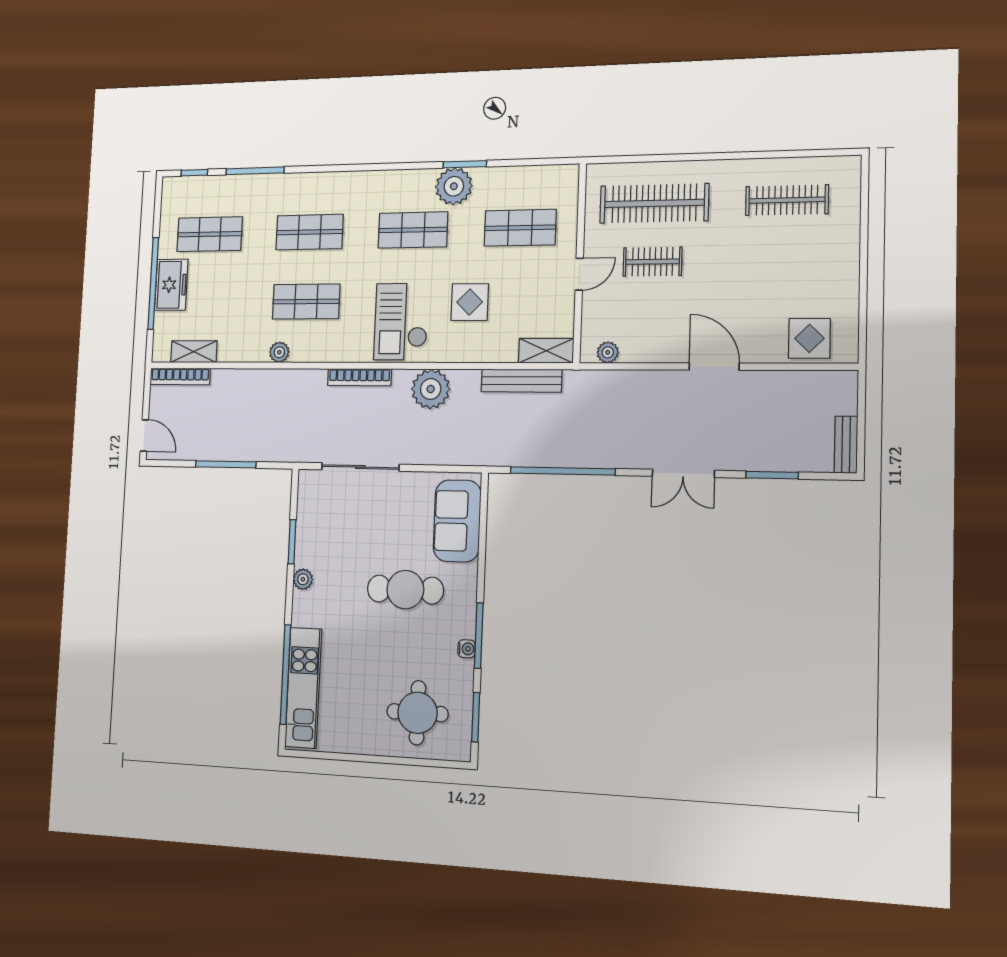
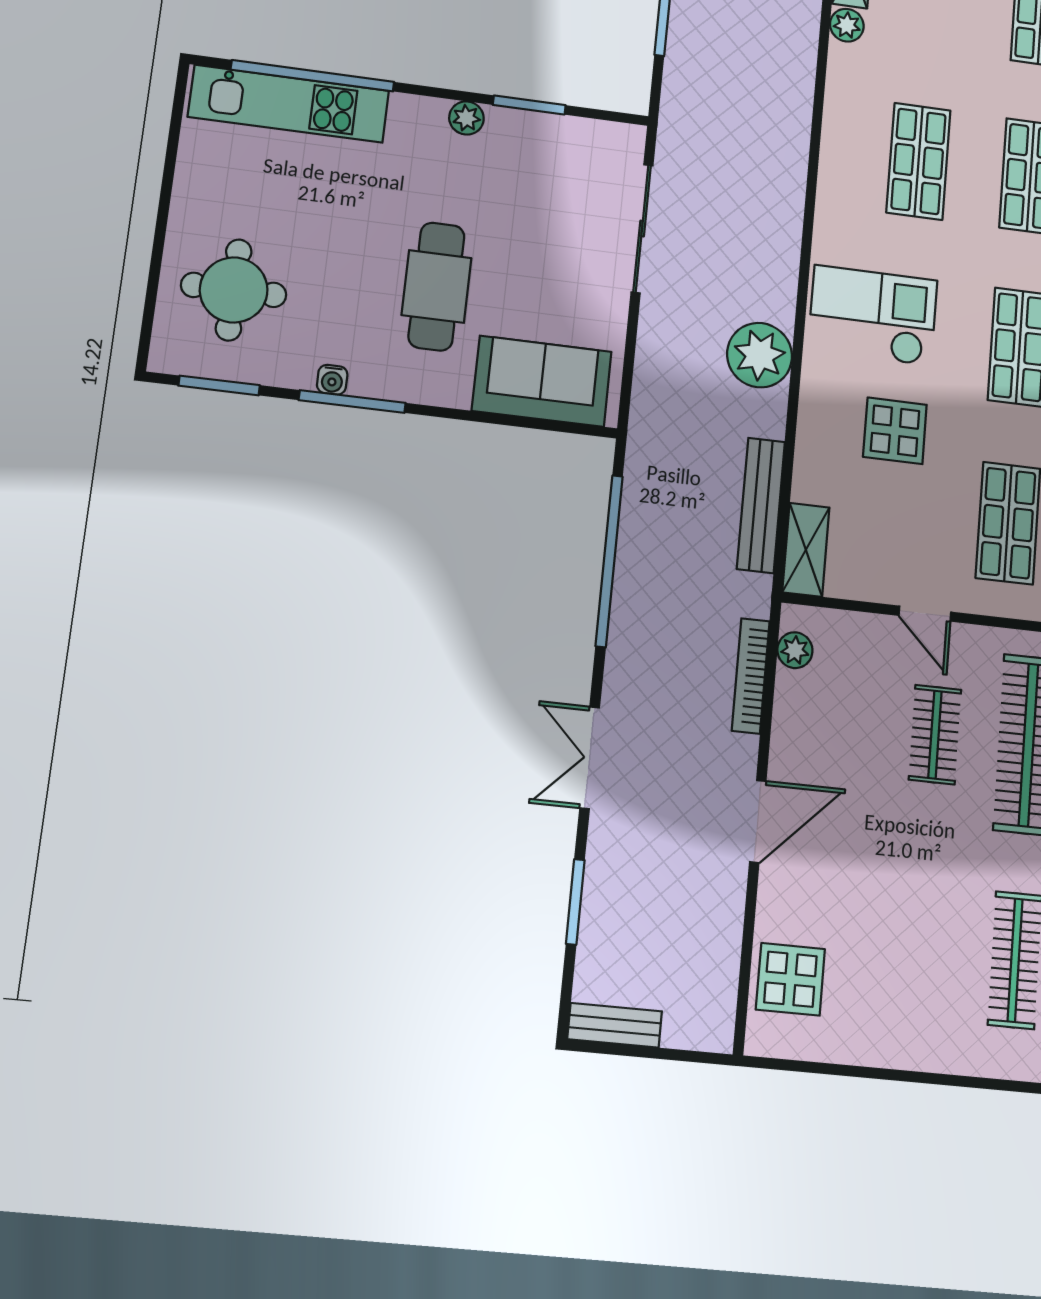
plant: (279, 352) -> (847, 25), moved
bookcase: (359, 377) -> (751, 676), moved

